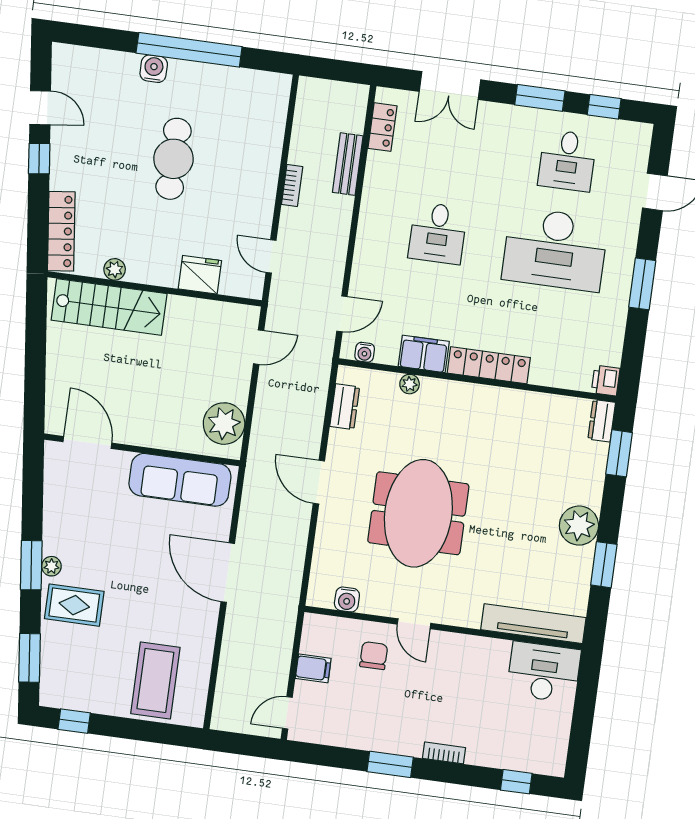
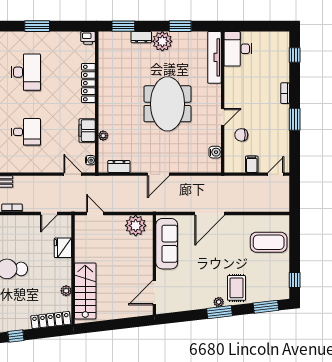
desk: (555, 249) -> (26, 72), width x0.73, depth x0.77
locker: (489, 365) -> (88, 83), moved
dresser: (602, 421) -> (141, 37), moved
meeting table: (418, 513) -> (167, 104), moved, turned 90
door: (287, 713) -> (276, 174), swing flipped

